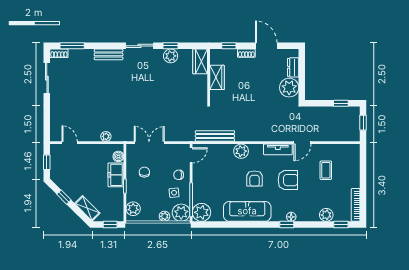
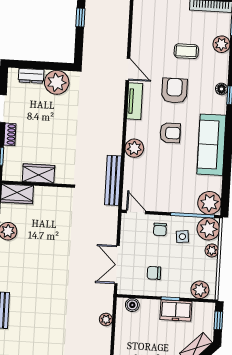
coffee table: (326, 170) -> (186, 51), moved
freezer: (116, 175) -> (176, 311), moved

